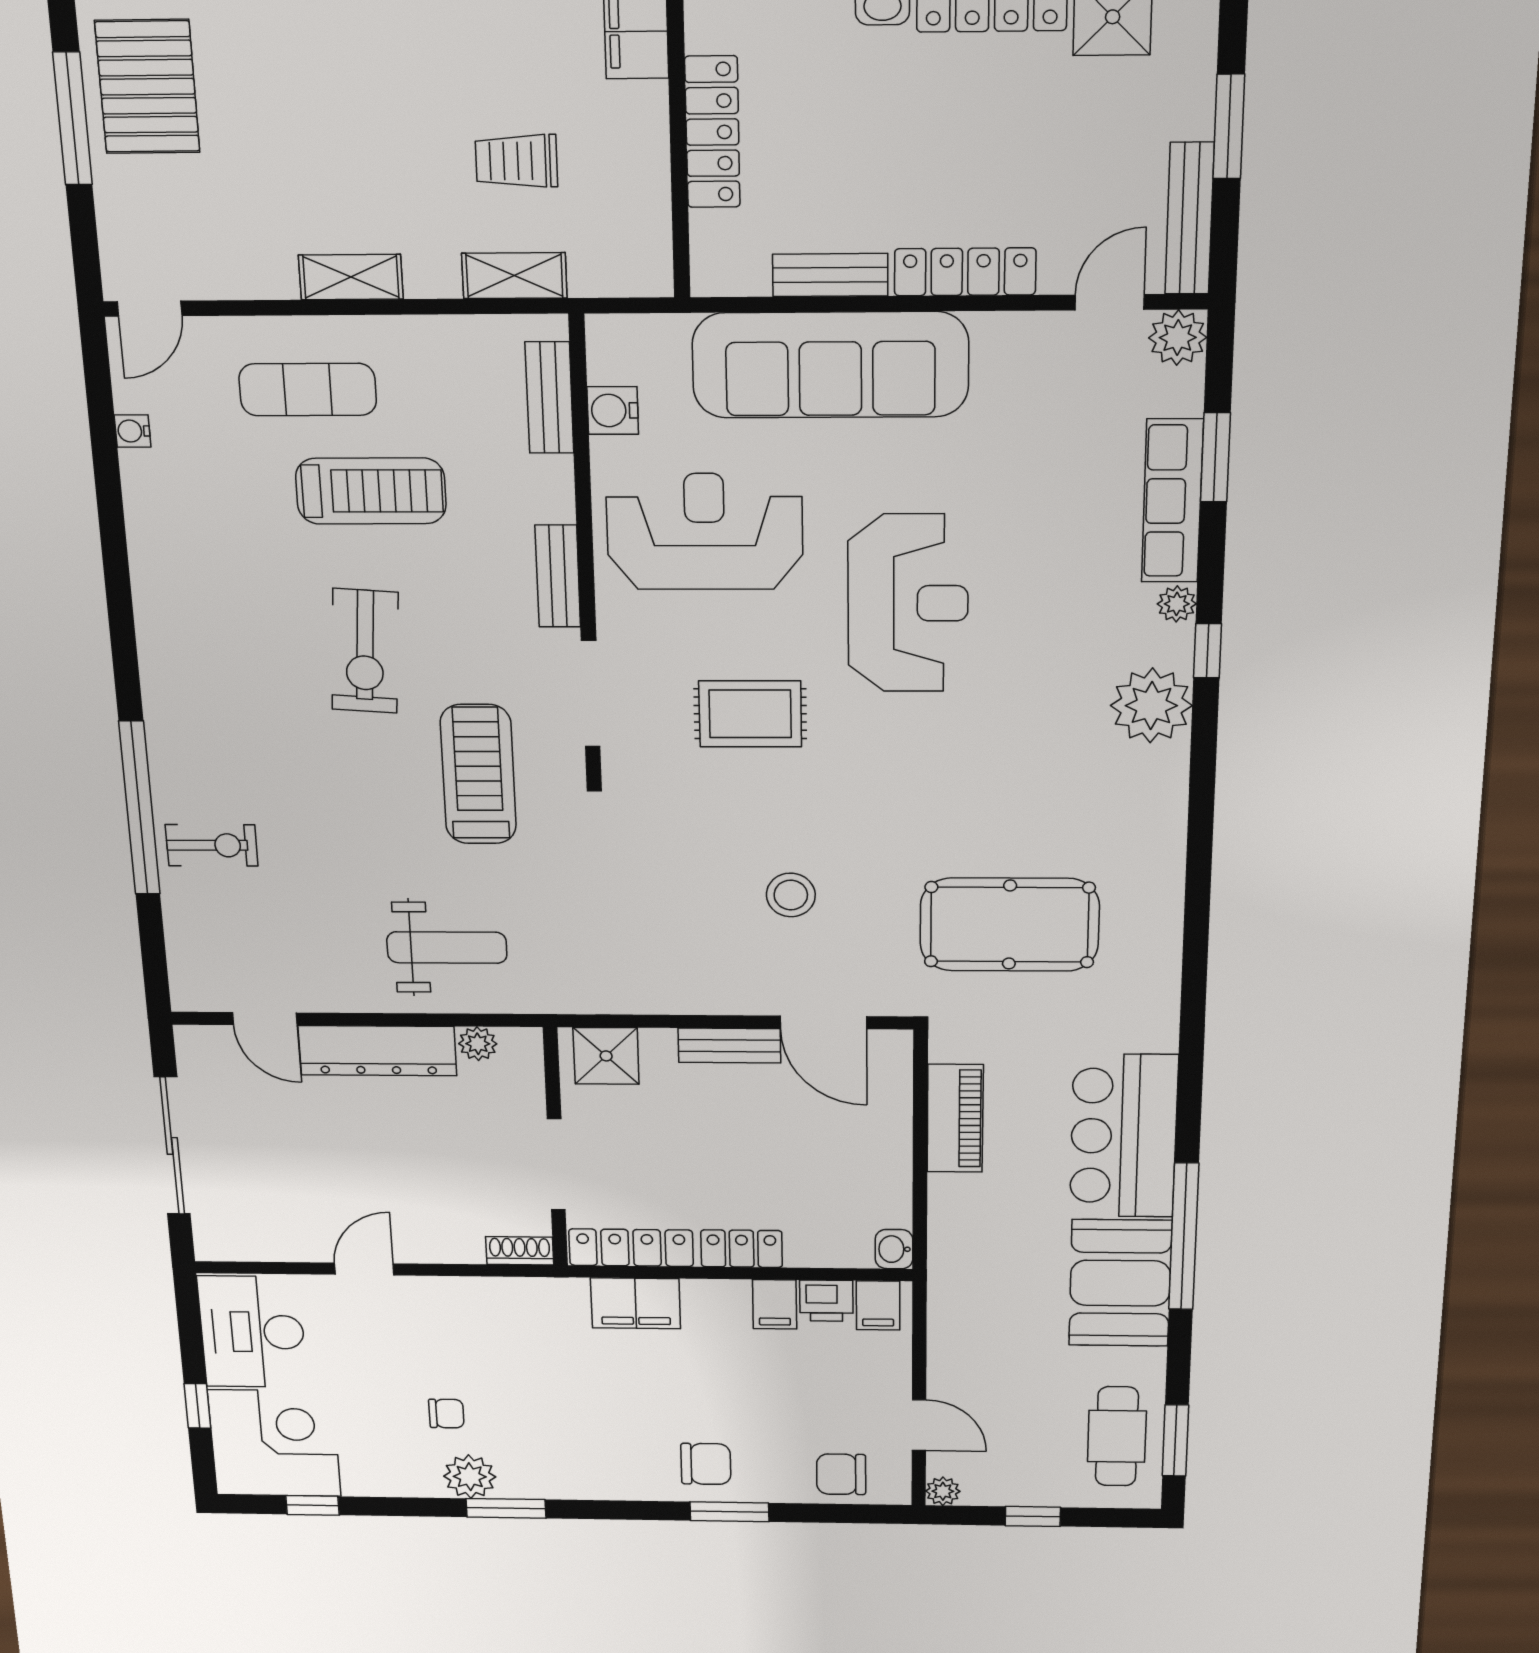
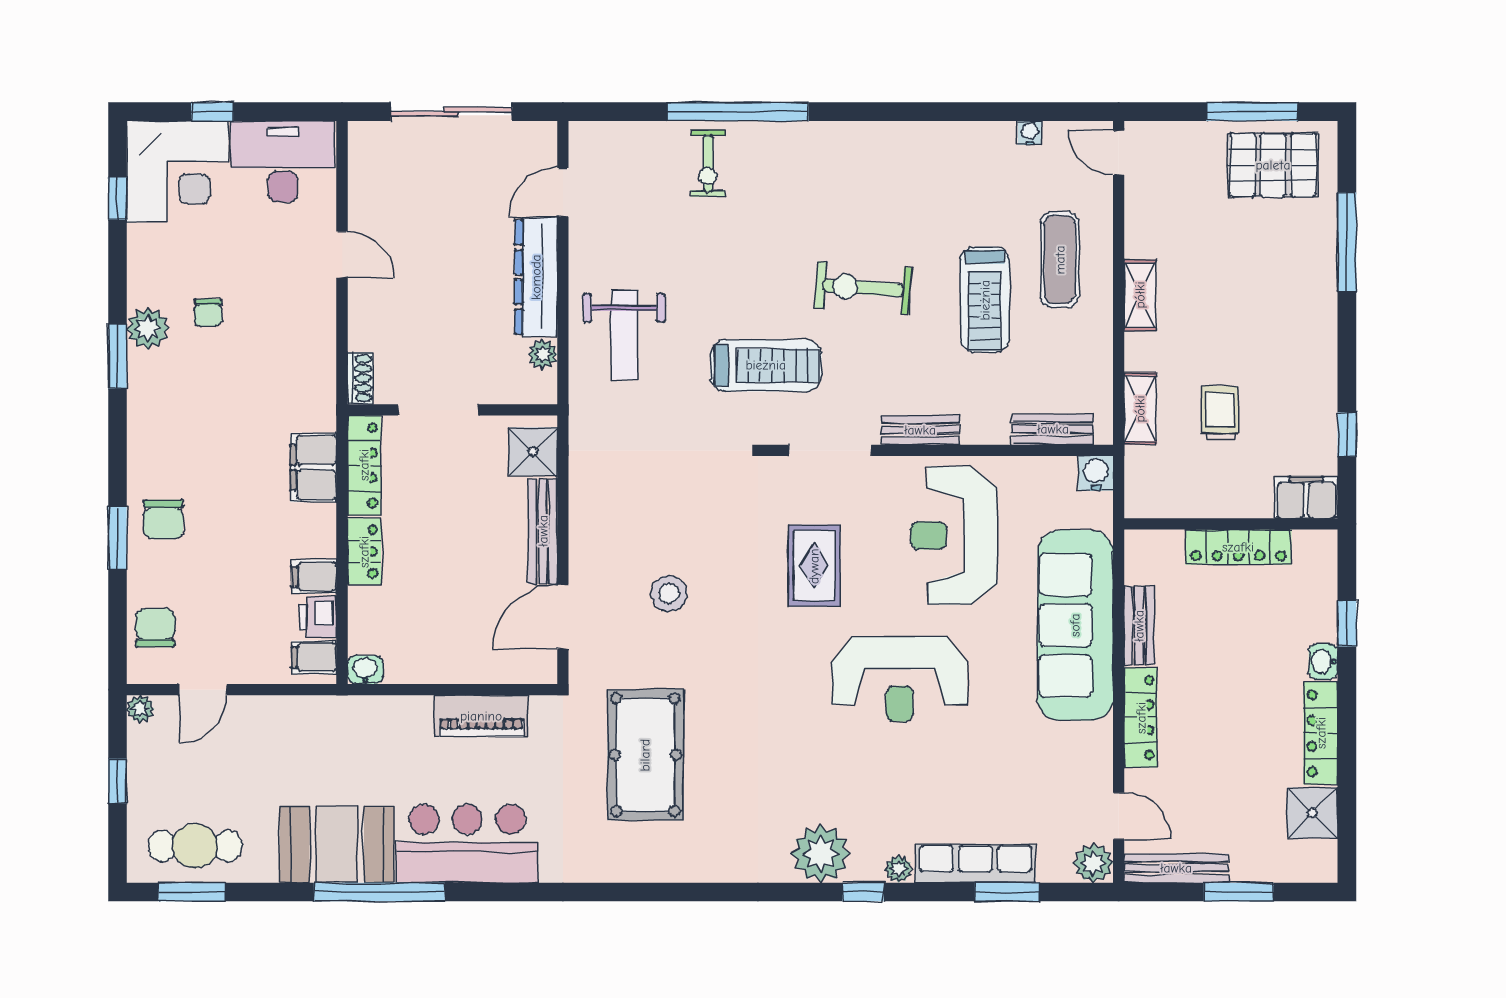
water cooler: (613, 410) -> (1096, 473), moved
reception desk: (705, 532) -> (954, 536), turned 180
bench: (729, 1046) -> (543, 531), width x1.36

